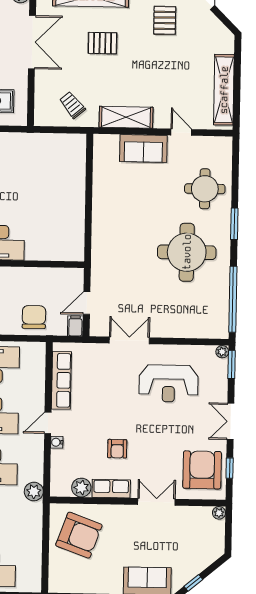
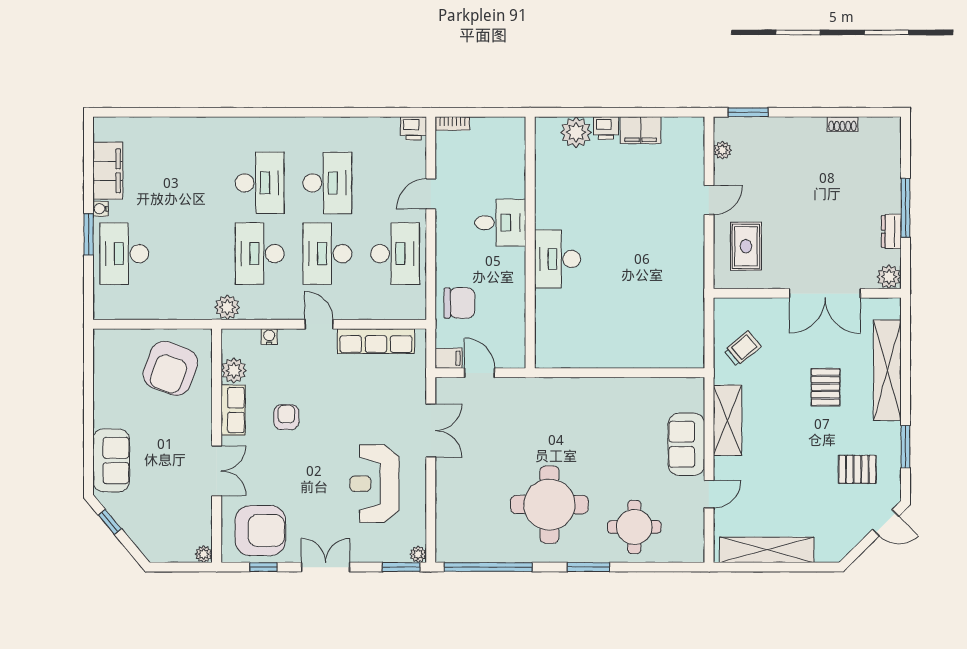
water cooler: (57, 442) -> (269, 337), moved
armchair: (117, 449) -> (286, 417), turned 90

